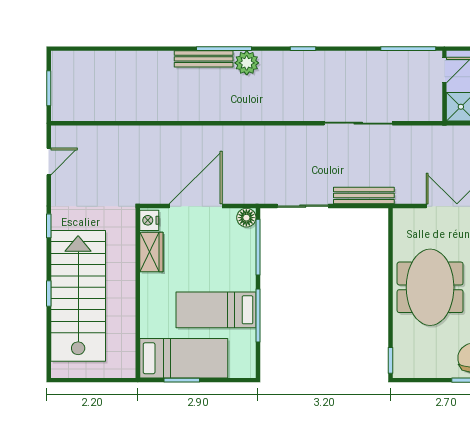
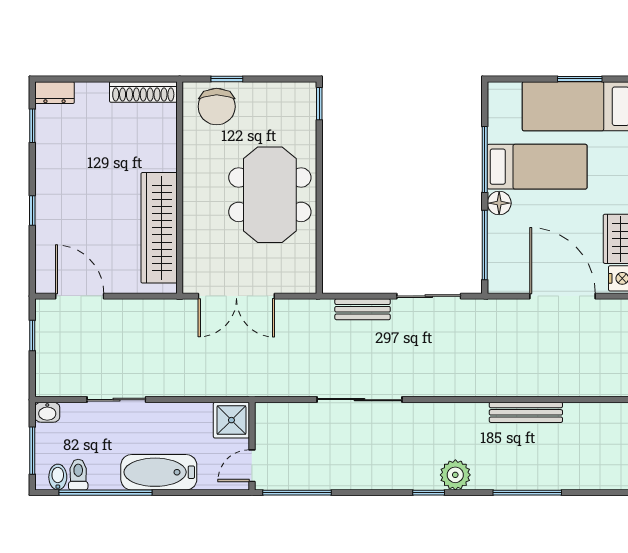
bench: (204, 59) -> (526, 412), moved
plant: (247, 63) -> (455, 475), moved
bench: (364, 196) -> (363, 309), width x0.73
door: (196, 206) -> (563, 296), swing flipped
floor lamp: (246, 218) -> (499, 203), moved

